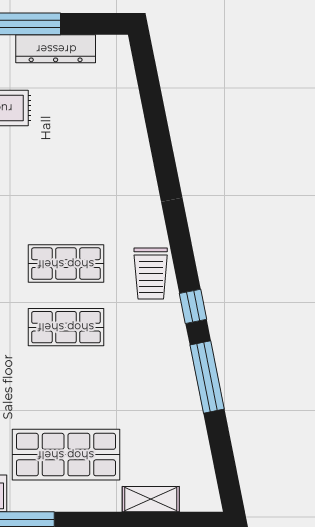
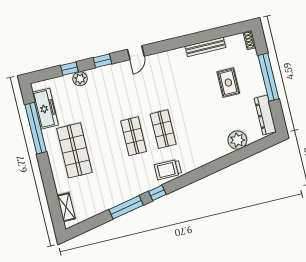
dresser: (56, 49) -> (265, 115), moved
plant: (125, 118) -> (237, 140), added
shelving: (151, 499) -> (66, 207), moved

